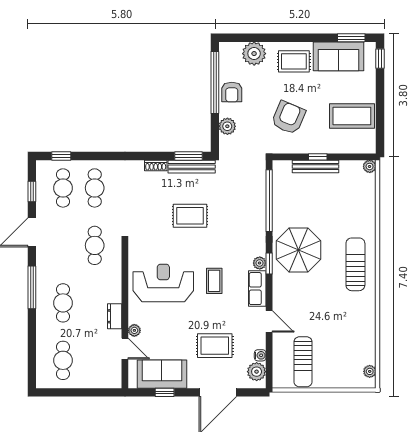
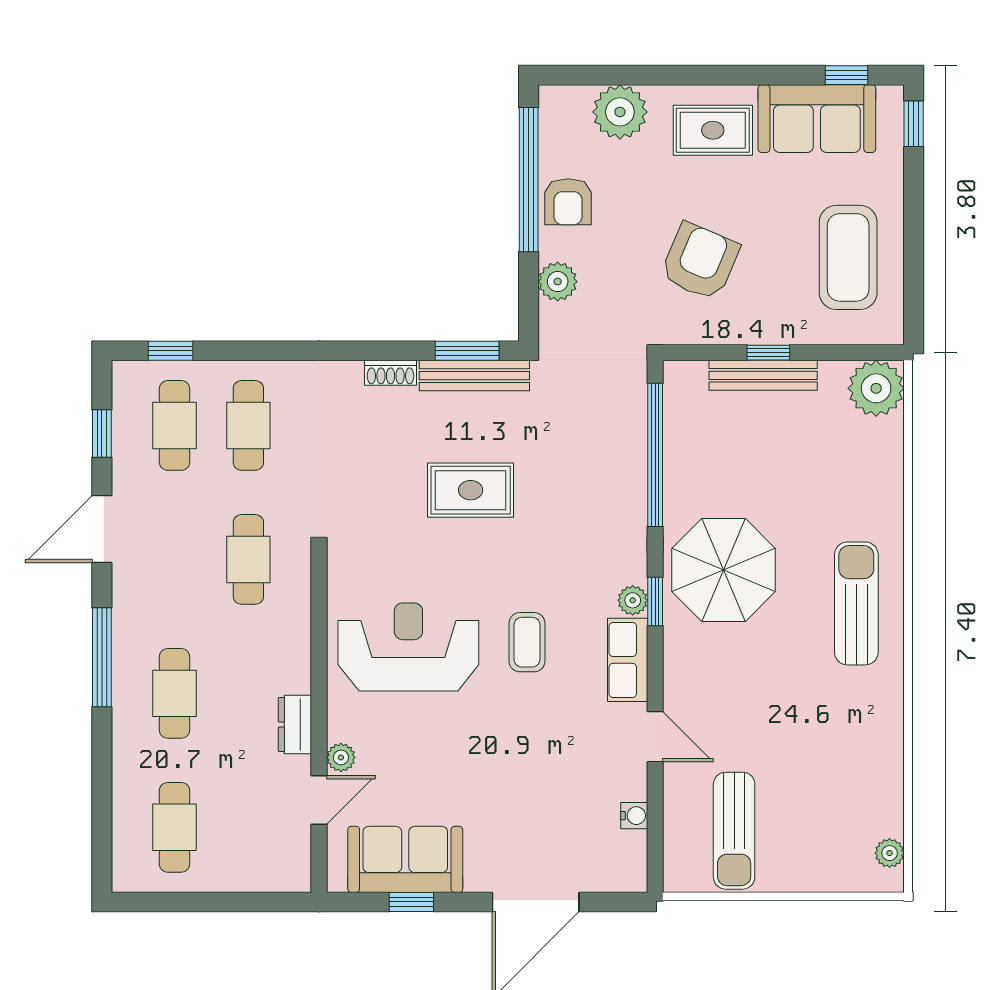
window: (351, 38) -> (847, 75), width x0.67
coffee table: (352, 116) -> (848, 257), turned 90
plant: (370, 166) -> (876, 388), width x1.88, depth x1.88
rug: (215, 346) -> (528, 793), removed
door: (125, 349) -> (319, 800), hinge flipped
plant: (257, 372) -> (626, 854), removed

